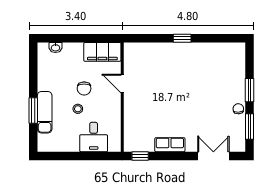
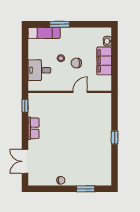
filing cabinet: (102, 52) -> (104, 61), moved
window: (249, 90) -> (86, 189), moved
exam couch: (45, 112) -> (44, 33), moved
window: (249, 127) -> (47, 189), removed
double door: (213, 156) -> (25, 161), swing flipped

